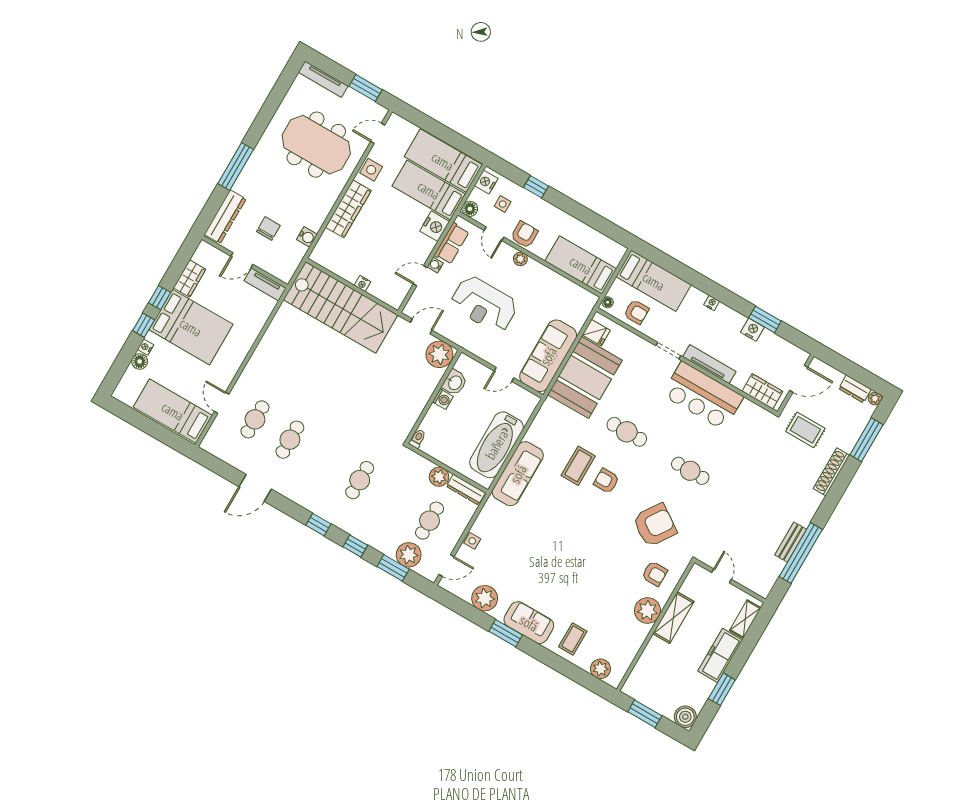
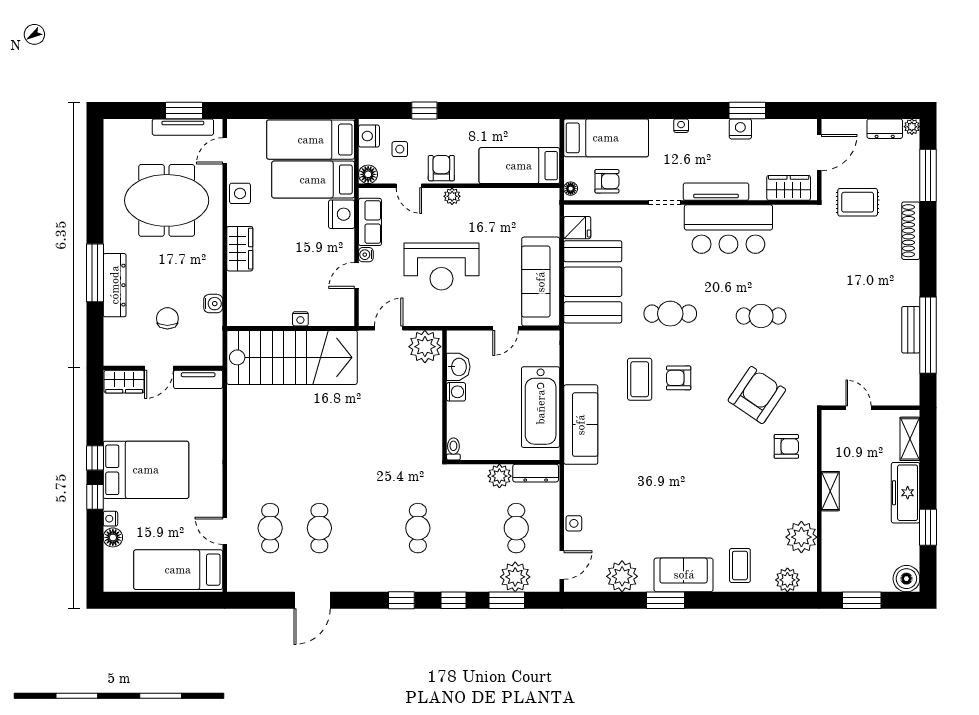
tv unit: (323, 79) -> (183, 127), moved
wardrobe: (348, 209) -> (240, 249), width x0.67
dresser: (225, 217) -> (115, 285), moved
wardrobe: (190, 279) -> (124, 382), moved, turned 90
plant: (647, 610) -> (801, 537), moved
shelving: (673, 618) -> (830, 491), width x0.67, depth x0.75

